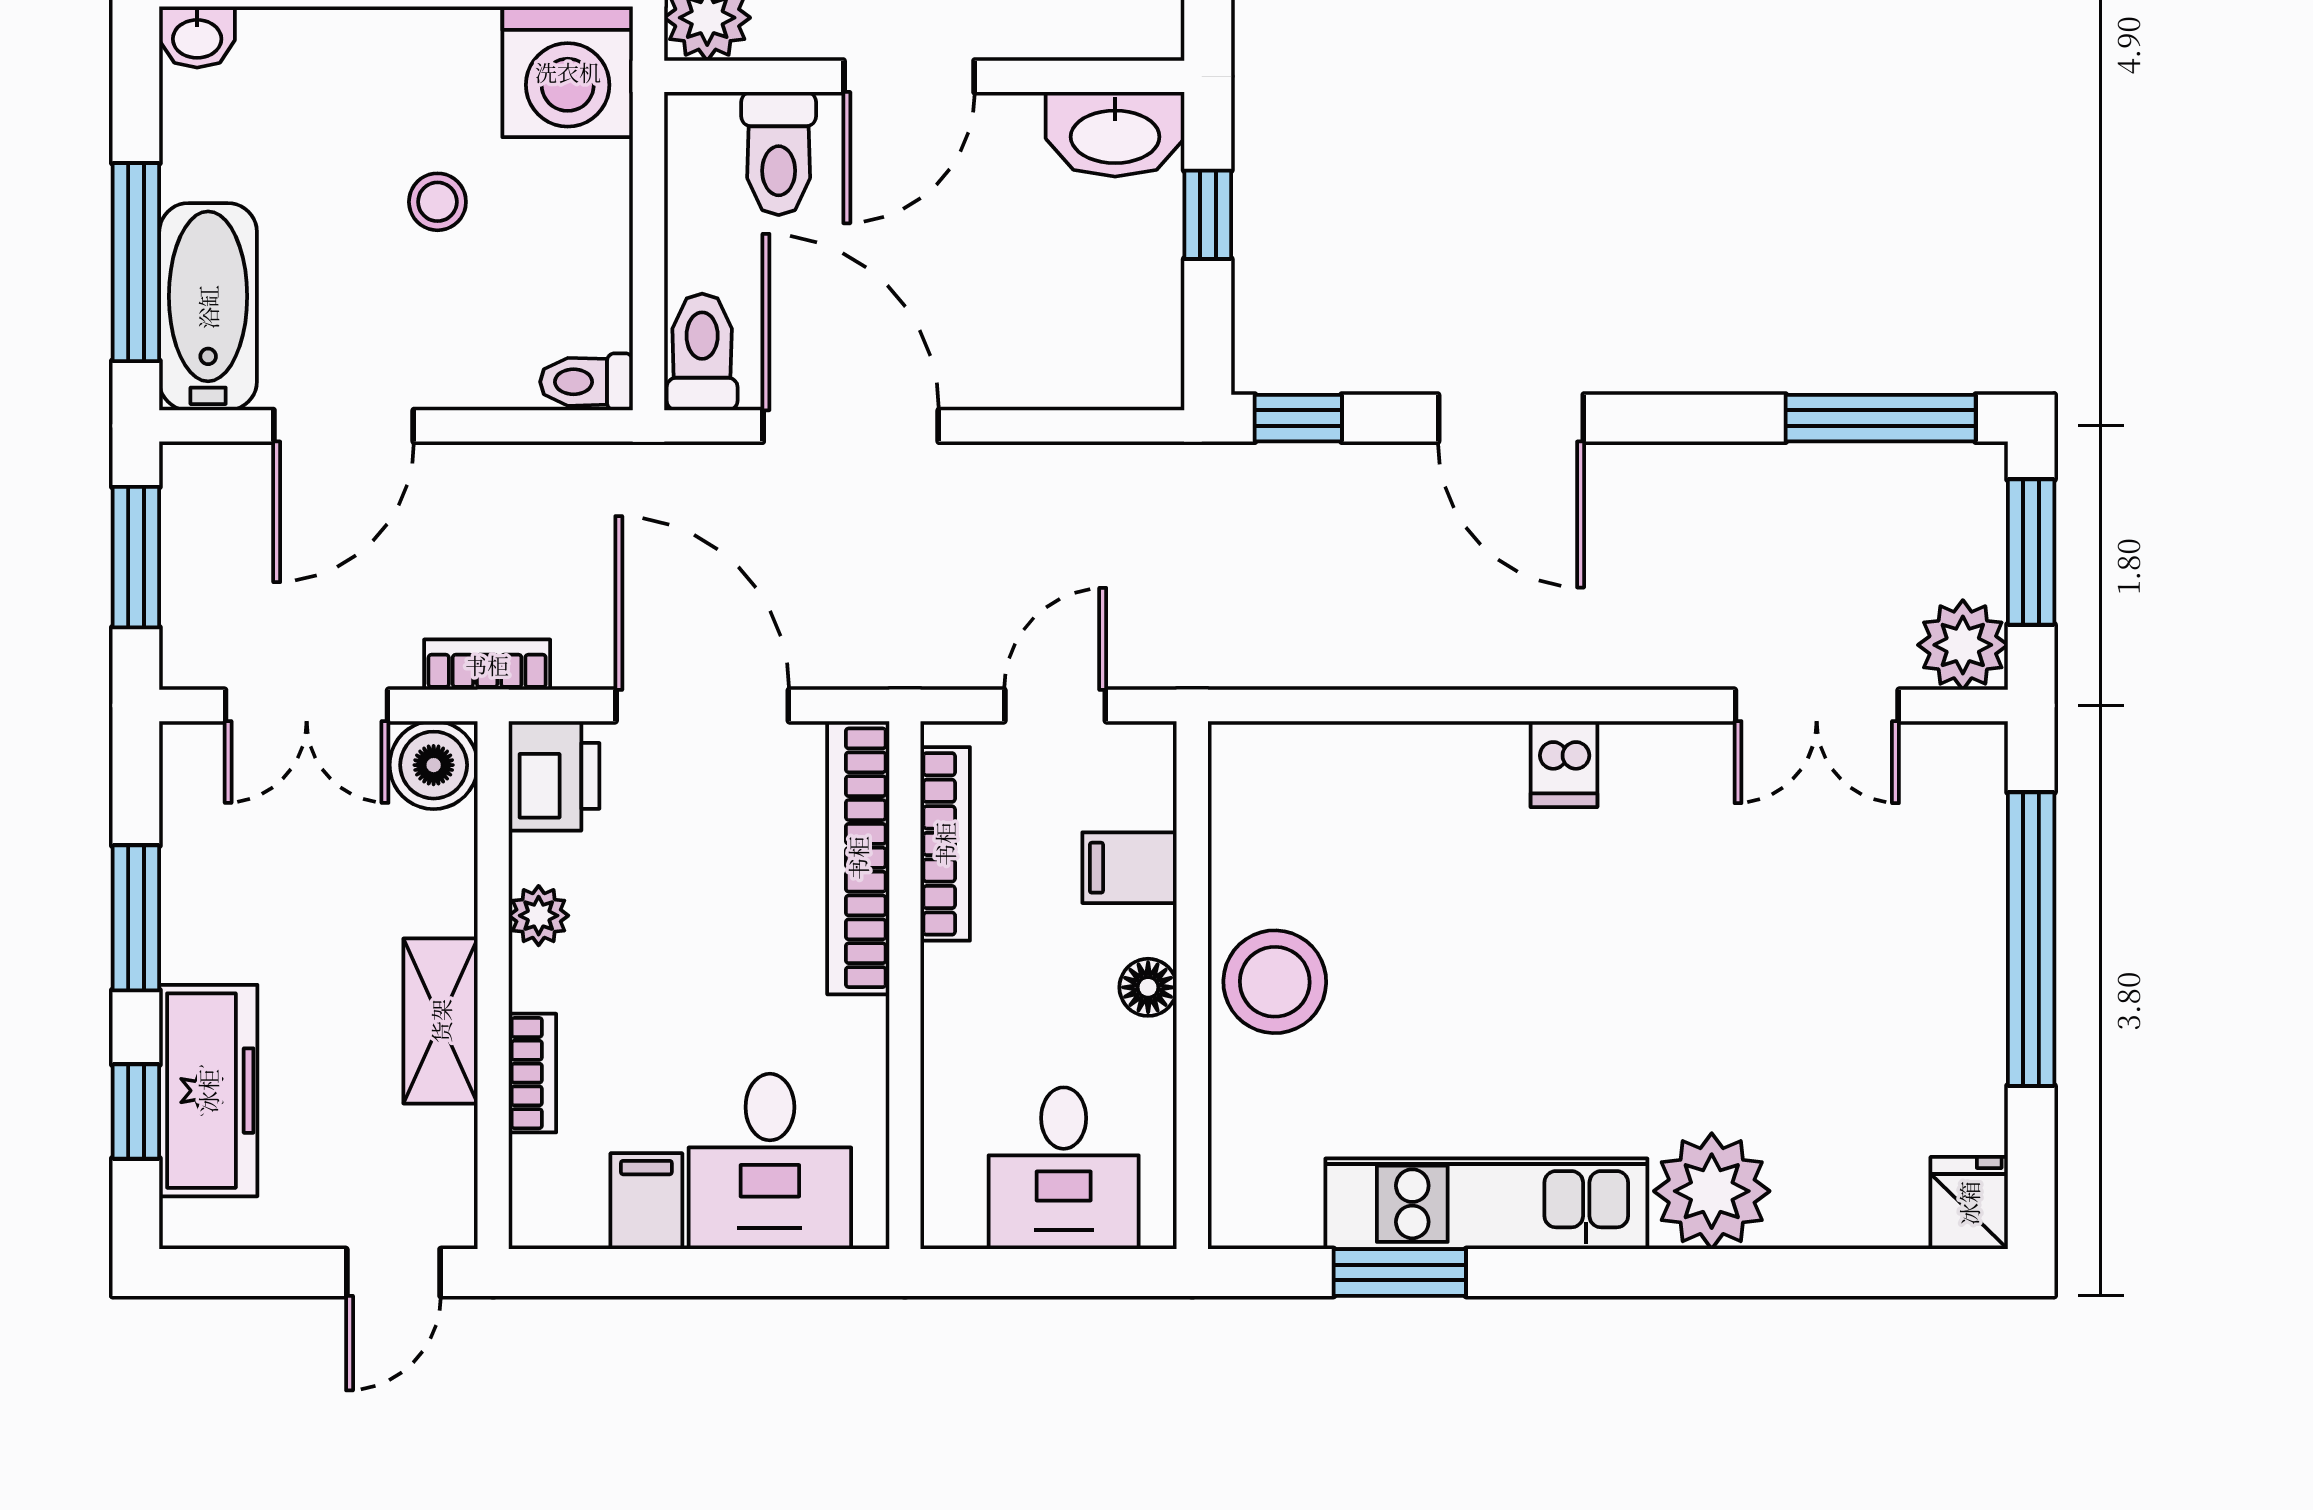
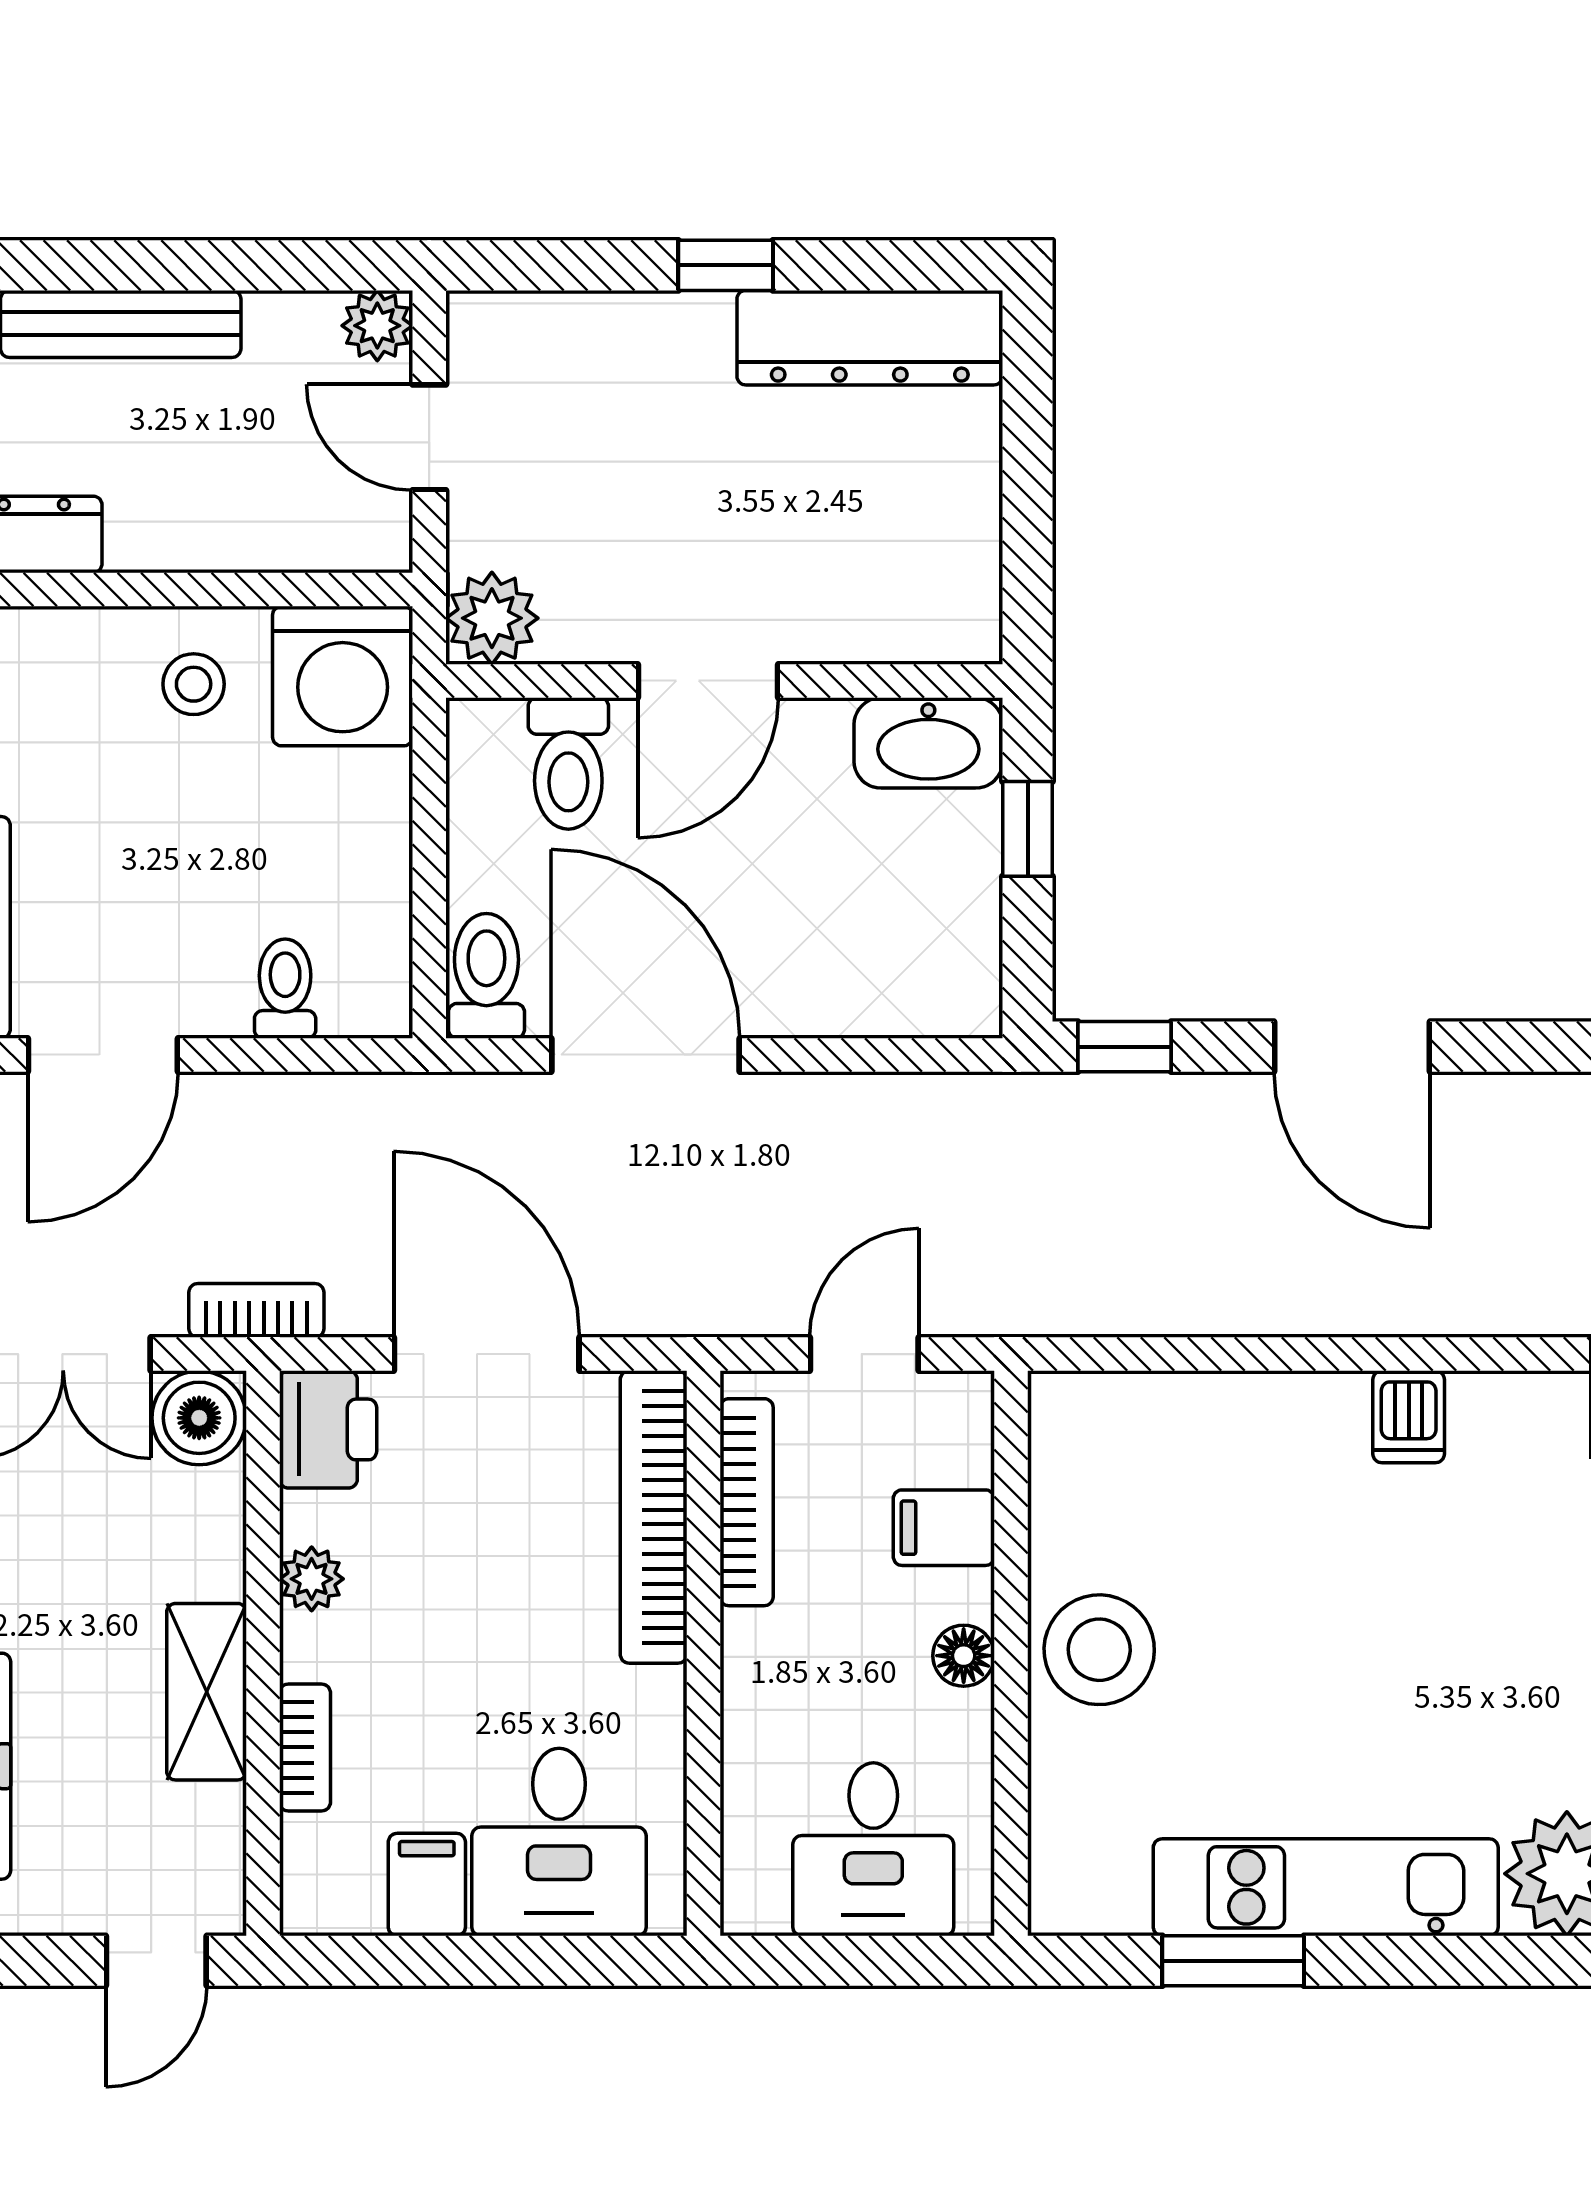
stool: (437, 202) -> (194, 684), moved
toilet: (587, 382) -> (285, 989), moved, turned 90

